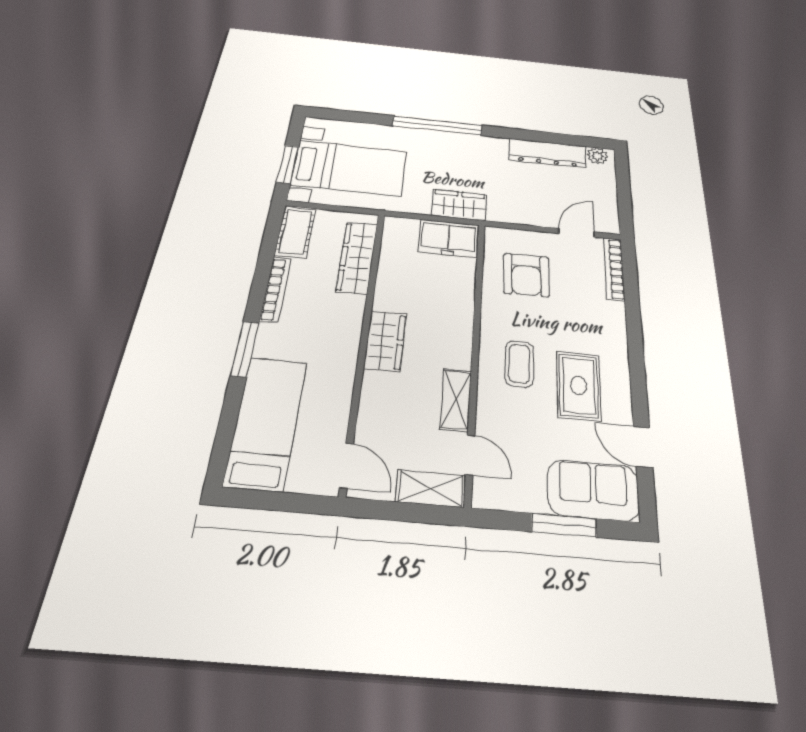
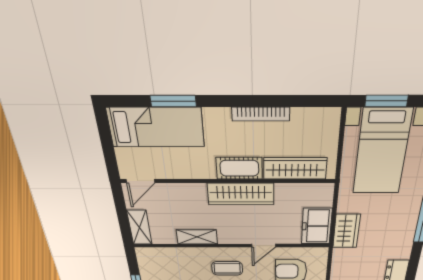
cot: (295, 232) -> (239, 168), moved
wardrobe: (385, 341) -> (241, 194), width x1.50
window: (245, 349) -> (173, 101), moved
door: (470, 455) -> (264, 246), moved

